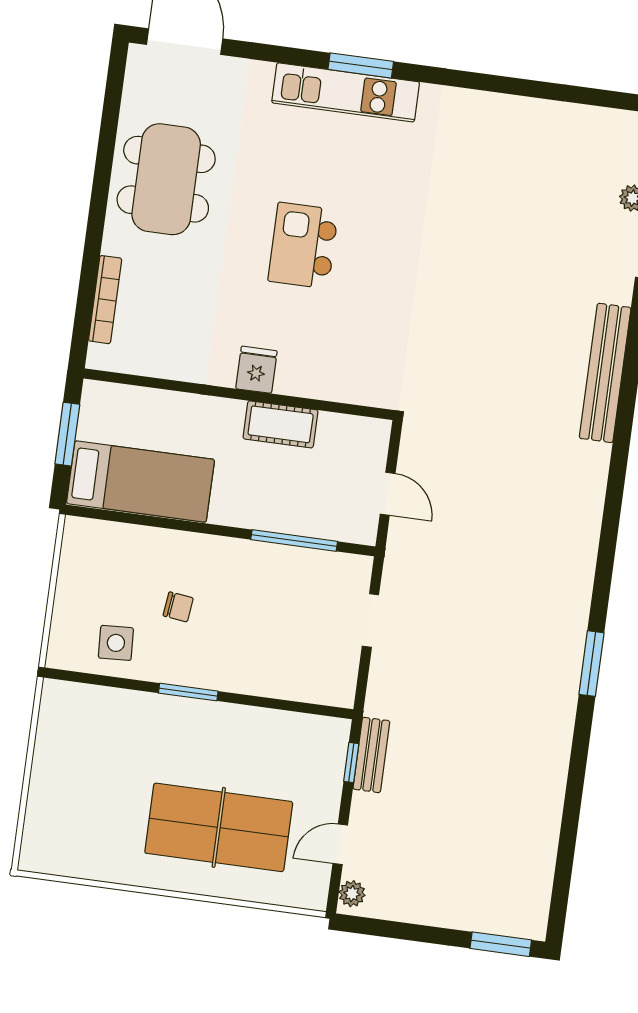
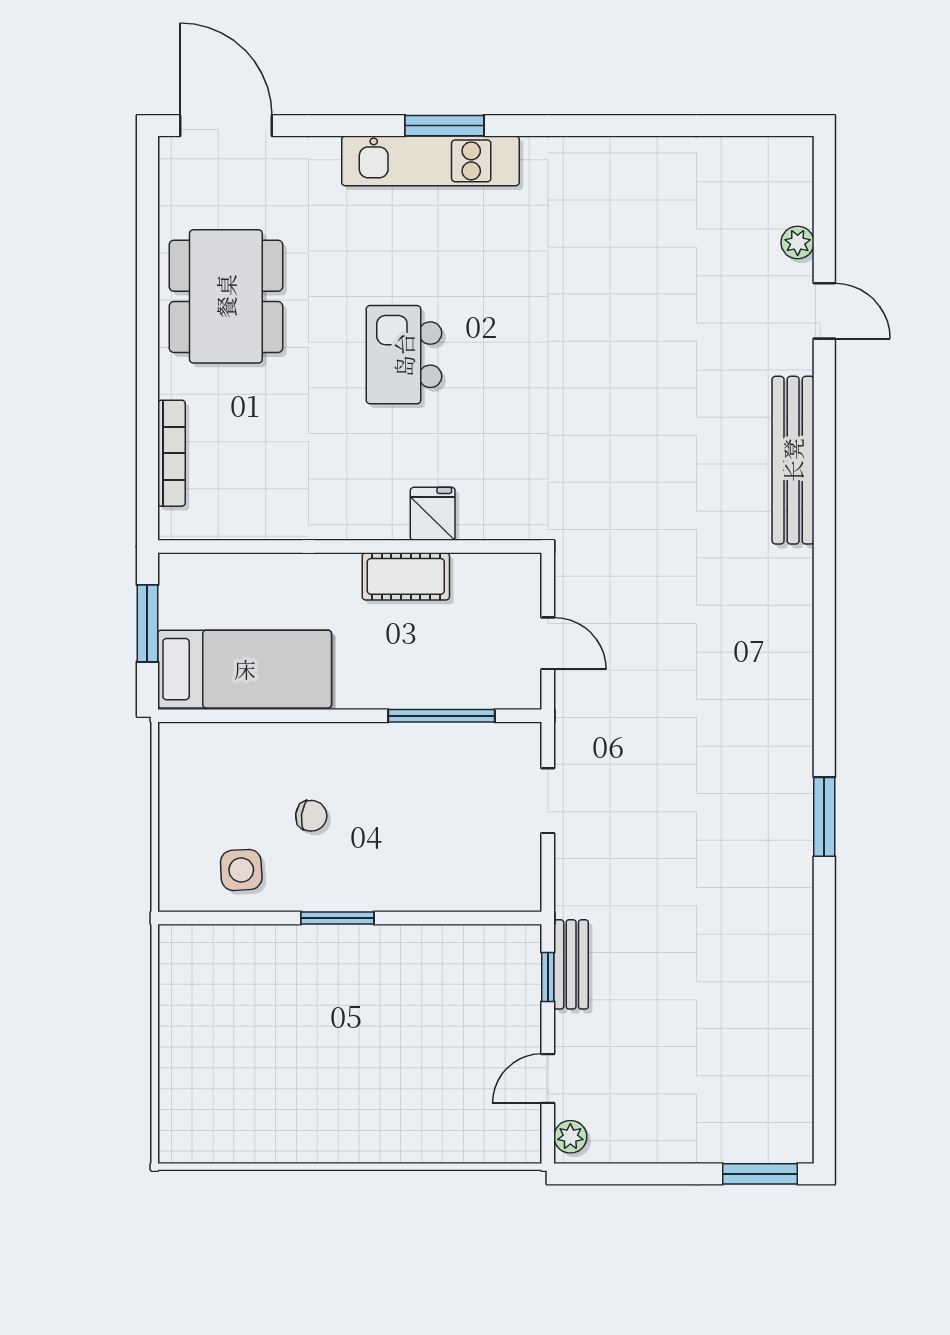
fridge: (256, 370) -> (433, 514), moved
table tennis table: (219, 827) -> (397, 1078), removed

